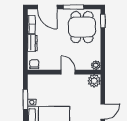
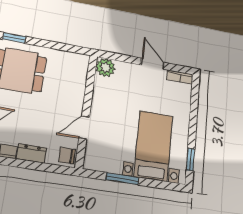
plant: (96, 65) -> (82, 61), removed
door: (68, 72) -> (84, 127), moved

